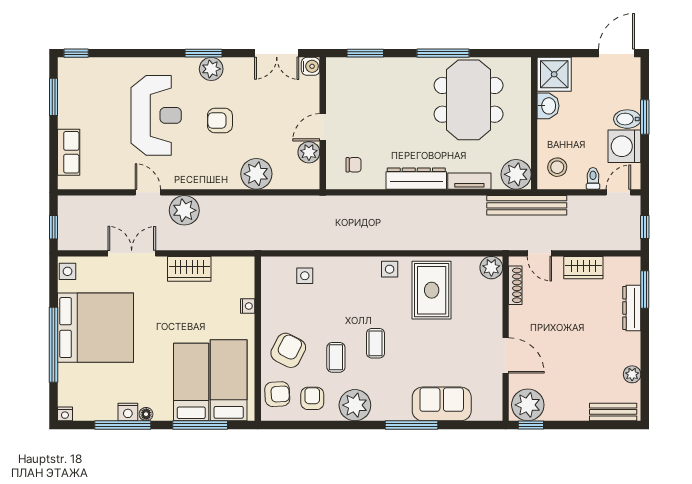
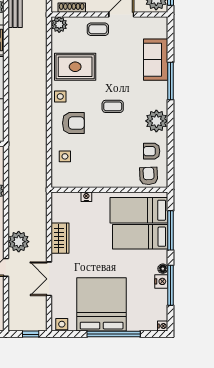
armchair: (288, 350) -> (73, 123), moved, turned 153
coffee table: (336, 357) -> (98, 29), moved

